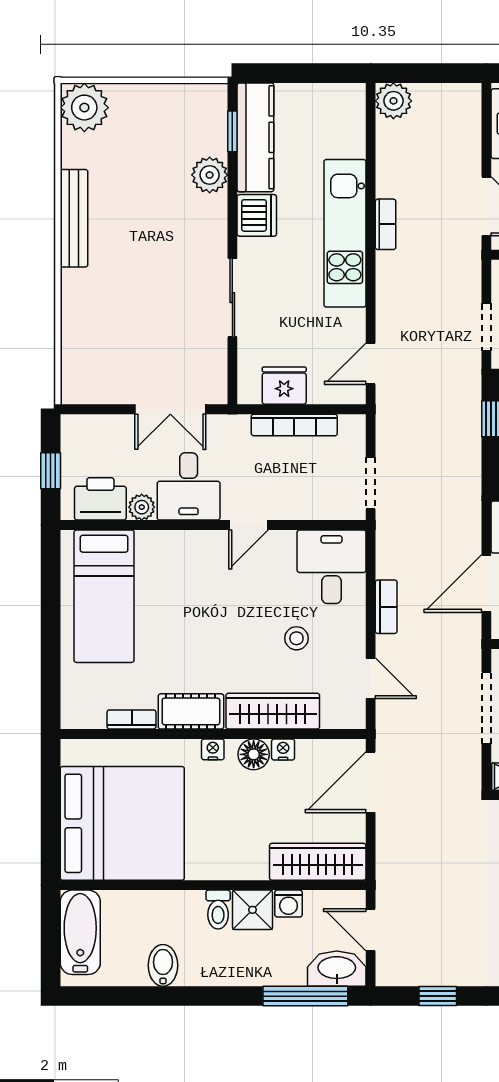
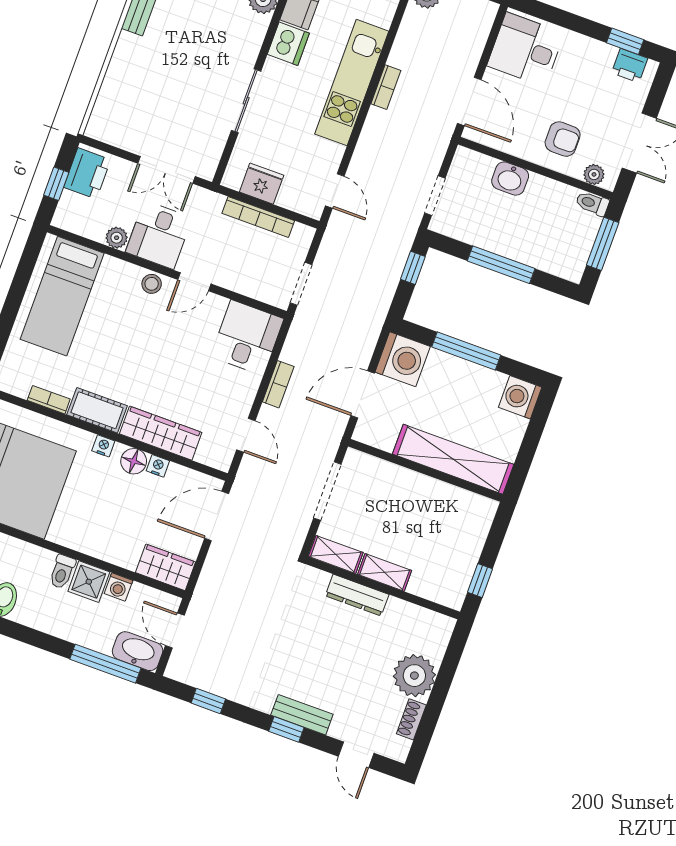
door: (371, 364) -> (335, 191), swing flipped
printer: (100, 499) -> (87, 173), moved, turned 90
stool: (296, 638) -> (152, 284), moved
wardrobe: (318, 862) -> (165, 567), width x0.67

